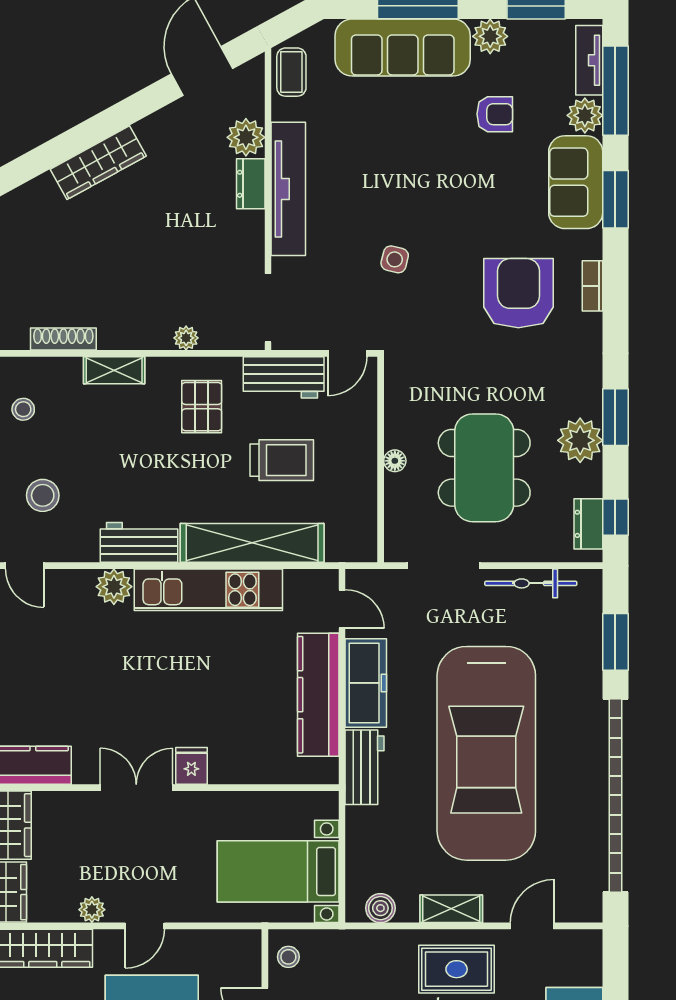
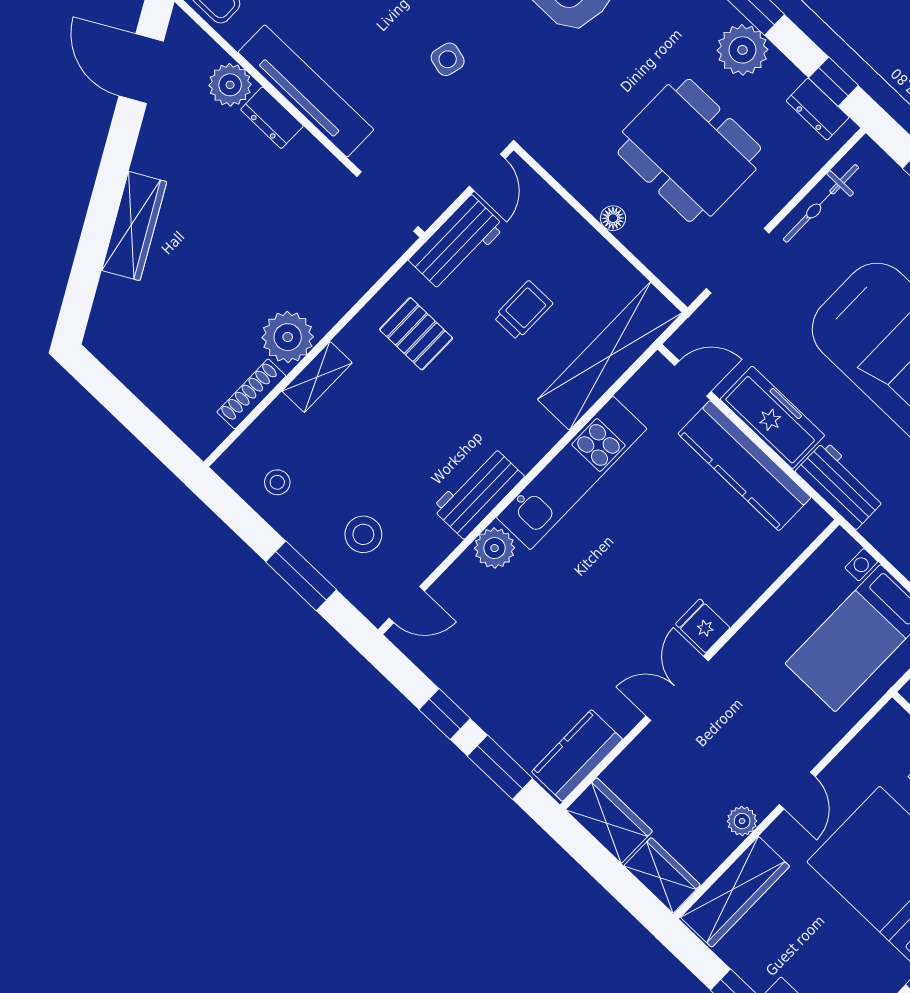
plant: (186, 338) -> (288, 337), moved, width x1.88, depth x1.88
trolley: (282, 460) -> (523, 310), width x0.73, depth x0.72
shelving: (252, 543) -> (610, 356), moved

